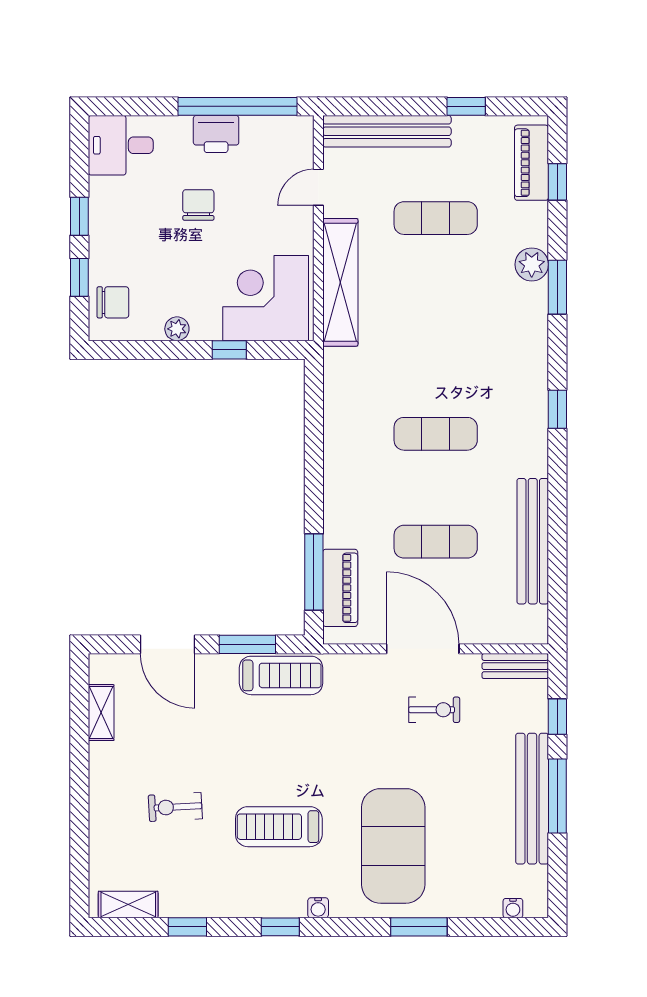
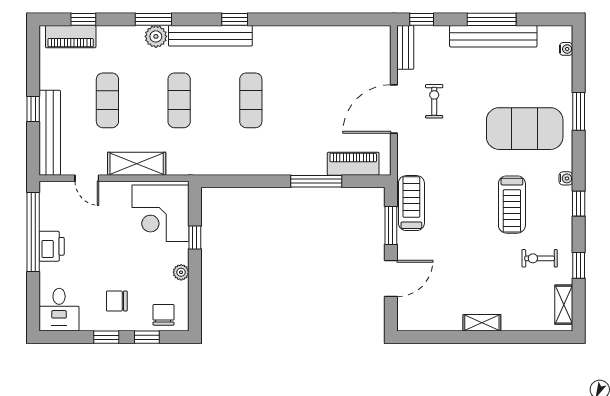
window: (466, 106) -> (33, 109), moved
chair: (198, 205) -> (117, 301), moved
plant: (532, 264) -> (156, 36), moved
shelving: (340, 282) -> (137, 164), width x0.68
bench: (533, 541) -> (210, 36), moved
exercise mat: (436, 542) -> (179, 100), moved
window: (314, 572) -> (316, 181), moved
shelving: (101, 713) -> (482, 323), moved
window: (557, 717) -> (422, 19), moved
exercise bike: (175, 807) -> (540, 258), moved, turned 93

